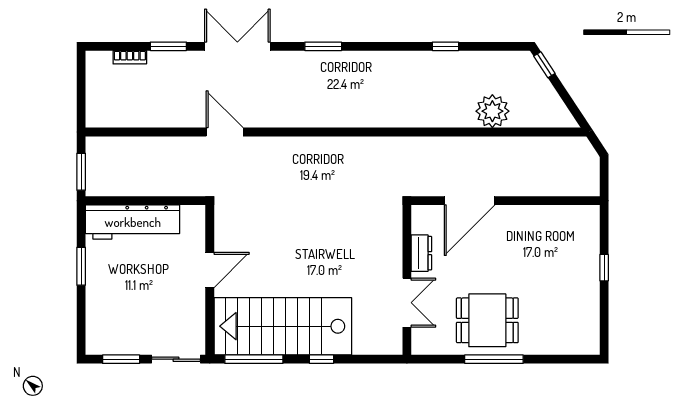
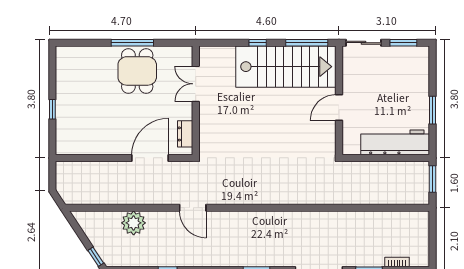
door: (225, 132) -> (193, 208), moved
dresser: (421, 253) -> (185, 134), moved
dining table: (487, 320) -> (137, 71), turned 90

